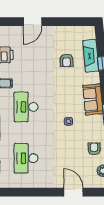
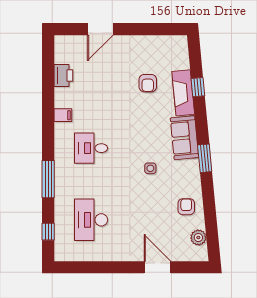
fireplace: (91, 56) -> (183, 93), moved
desk: (26, 107) -> (91, 148), width x0.73

